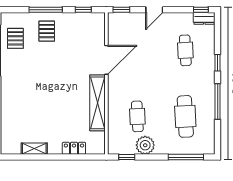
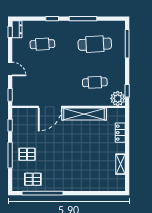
door: (106, 60) -> (50, 107), swing flipped
plant: (145, 145) -> (118, 98), moved

